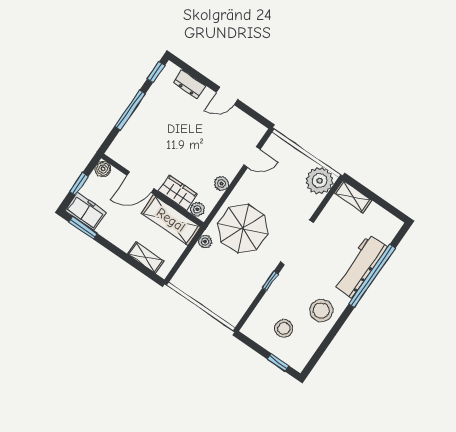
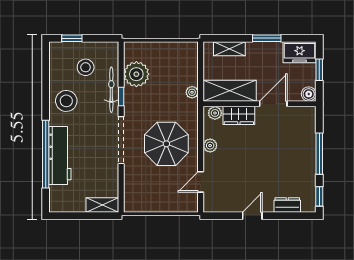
plant: (320, 181) -> (136, 74), moved
window: (83, 228) -> (267, 38), moved
parasol: (243, 229) -> (166, 144), moved
bicycle: (275, 293) -> (111, 90), added

